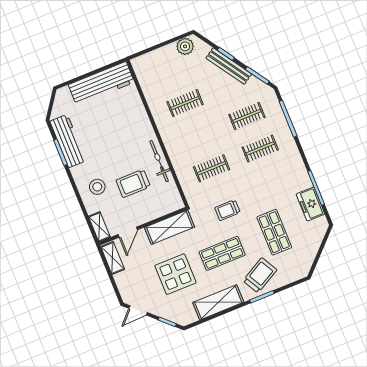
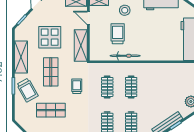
clothes rail: (185, 103) -> (131, 87), moved

